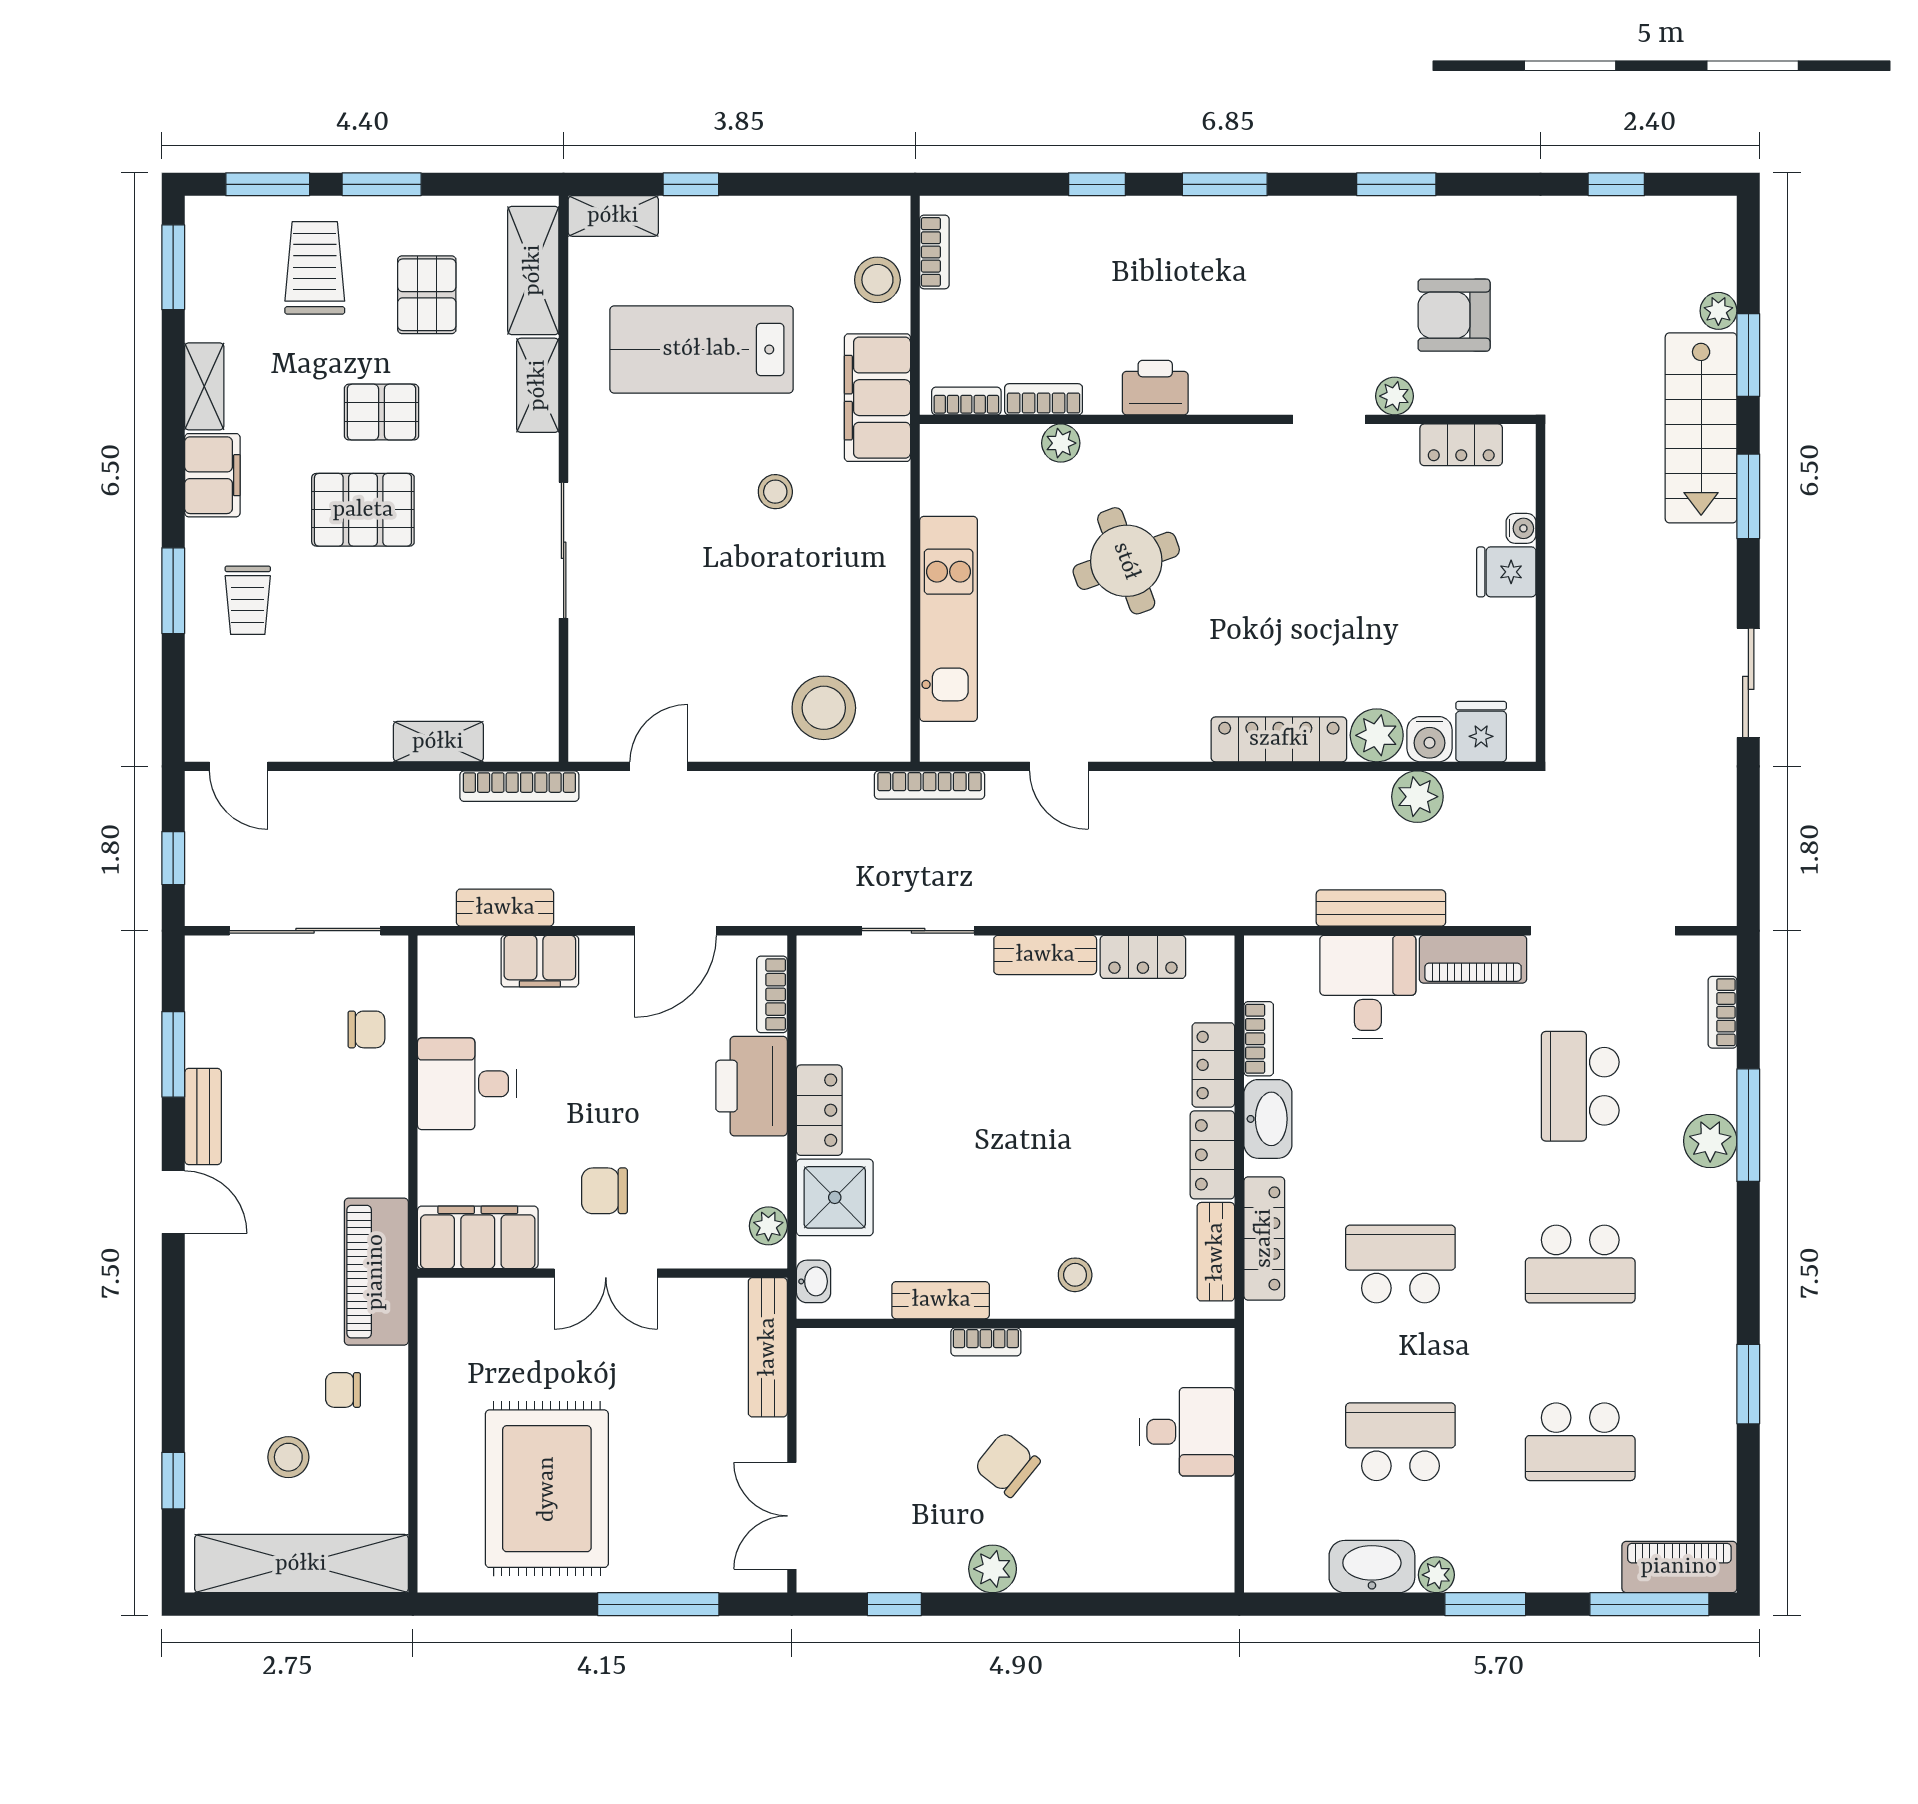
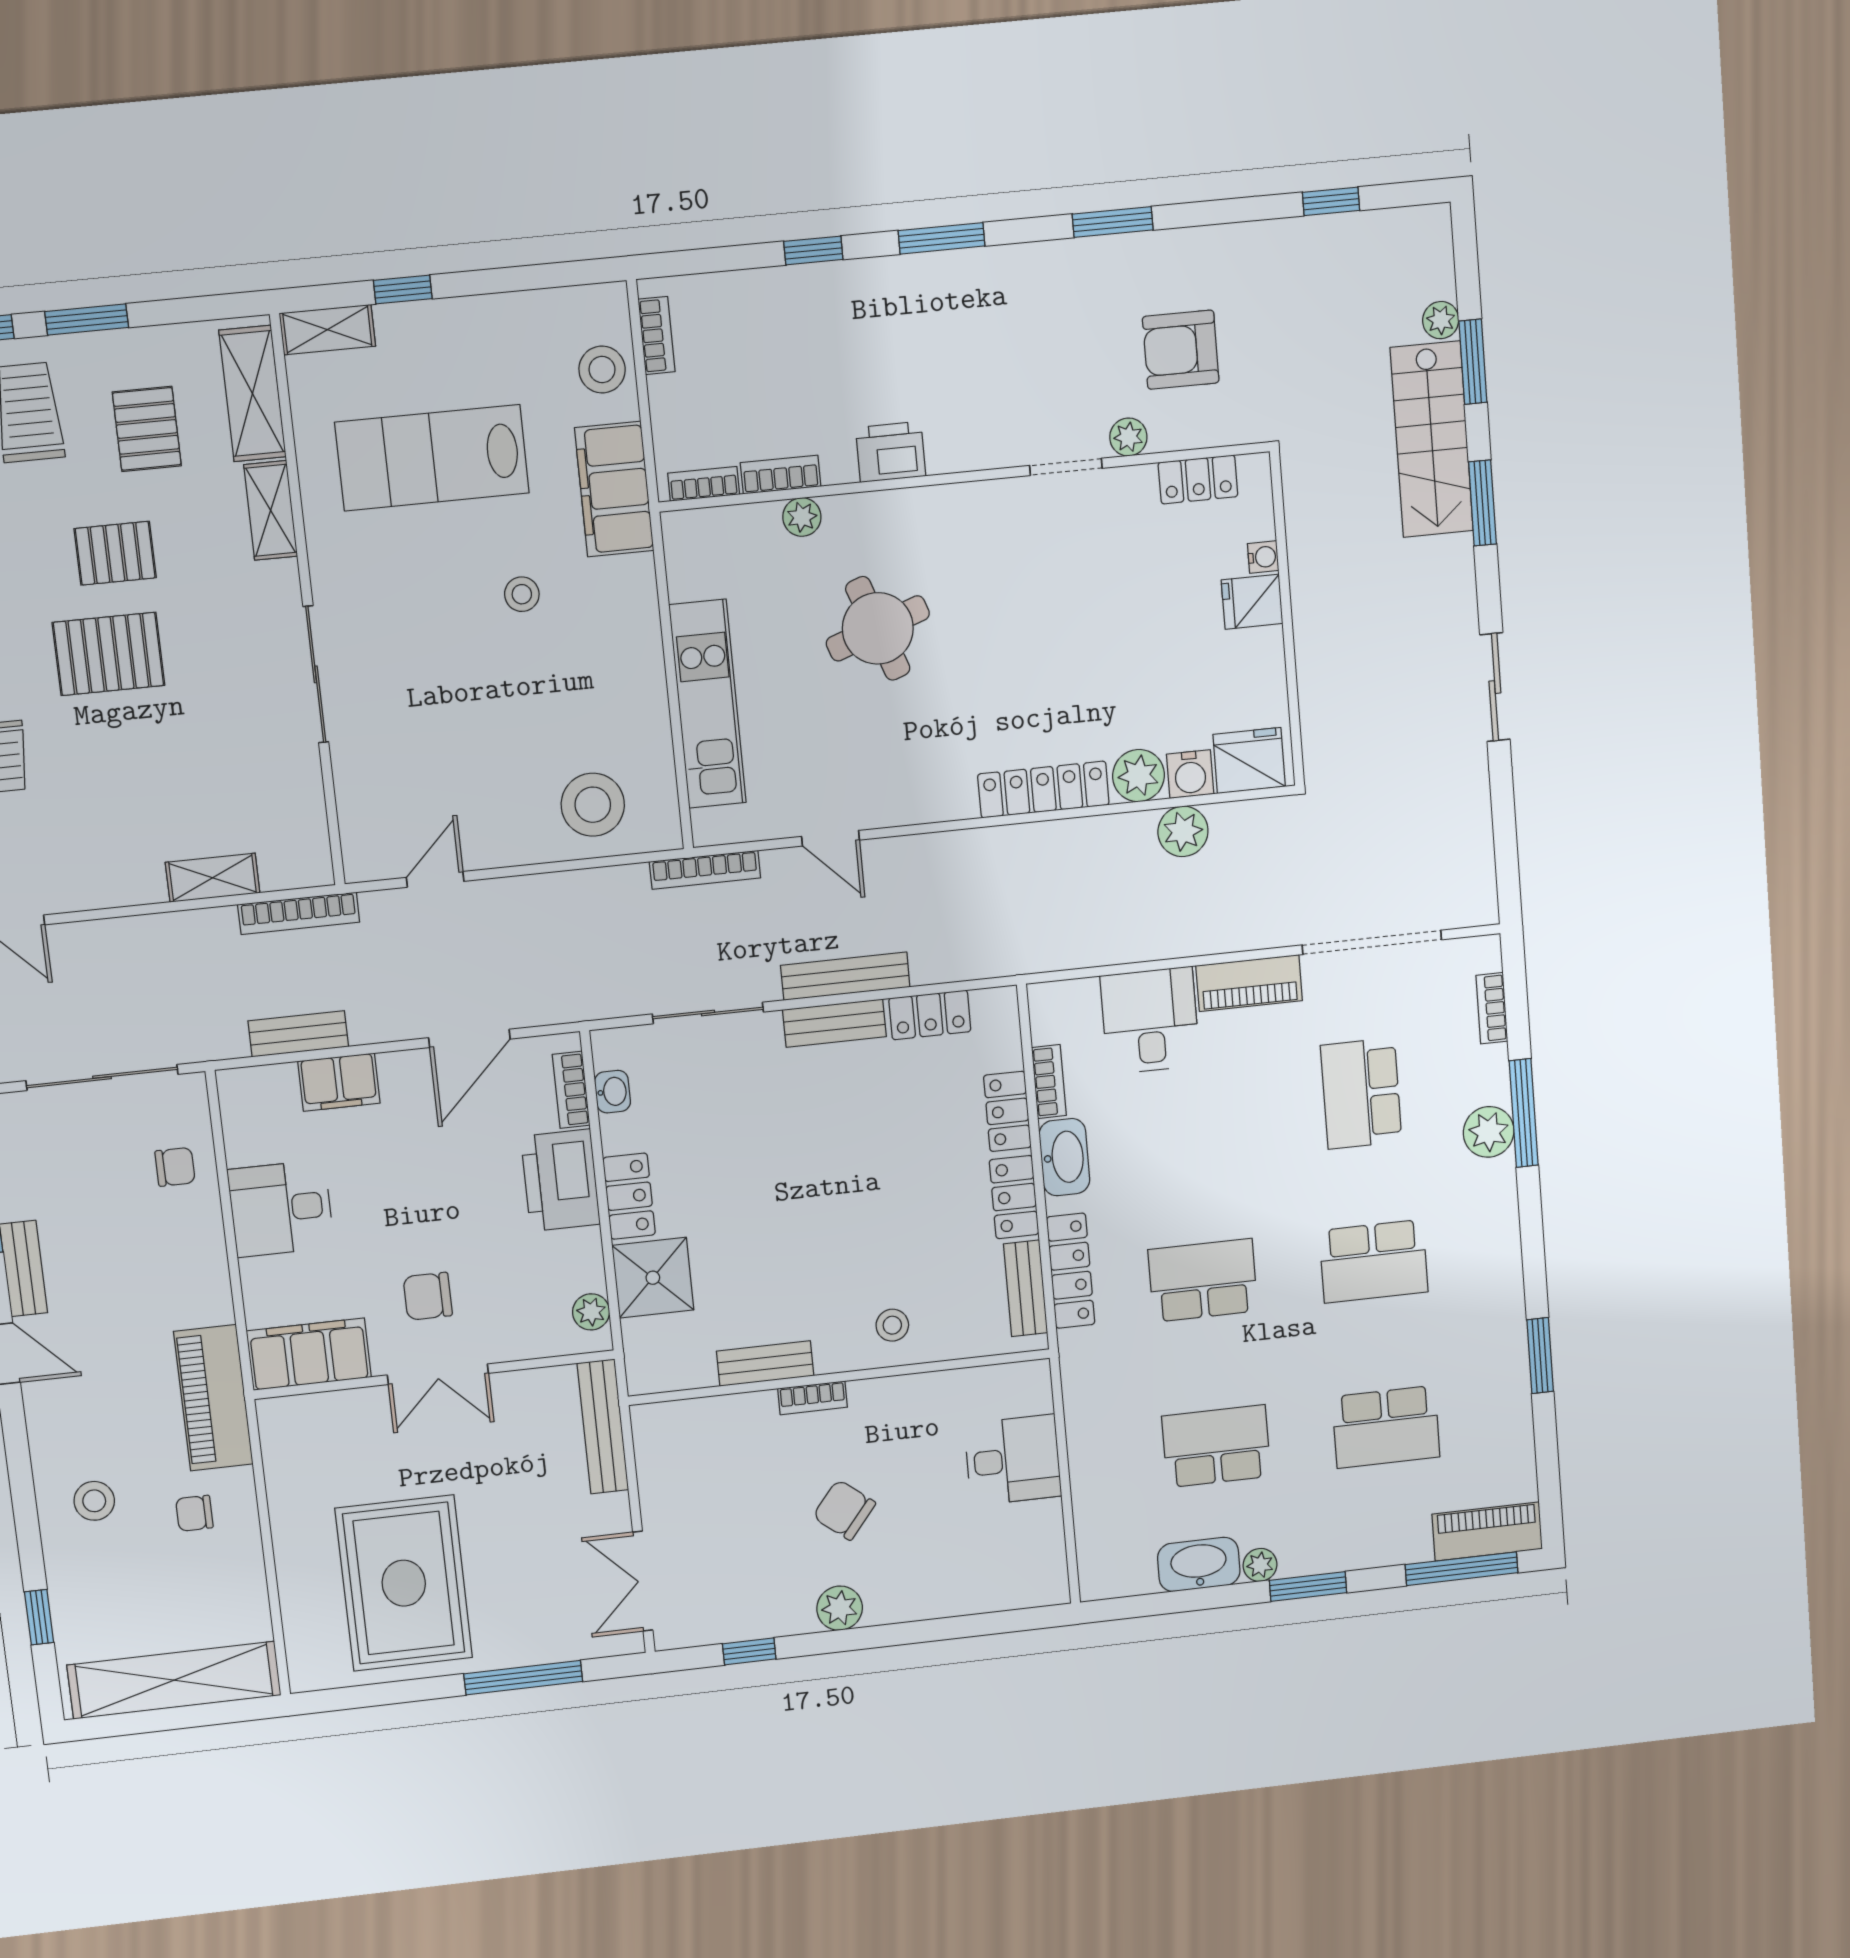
fridge: (1481, 732) -> (1249, 760), width x1.38
bench: (1381, 908) -> (845, 976), moved
washbasin: (814, 1281) -> (613, 1092), moved
stool: (288, 1457) -> (94, 1501), moved

